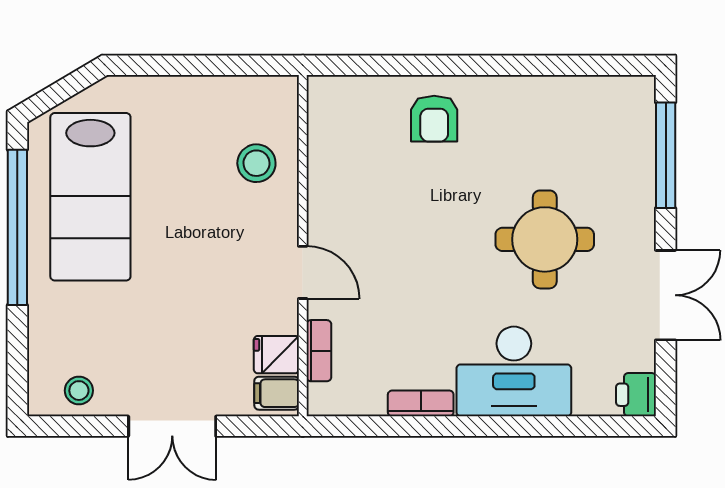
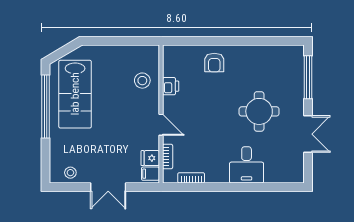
desk: (514, 371) -> (247, 165), width x0.73
printer: (636, 395) -> (171, 86), moved, turned 180
bookcase: (421, 403) -> (191, 178), moved

